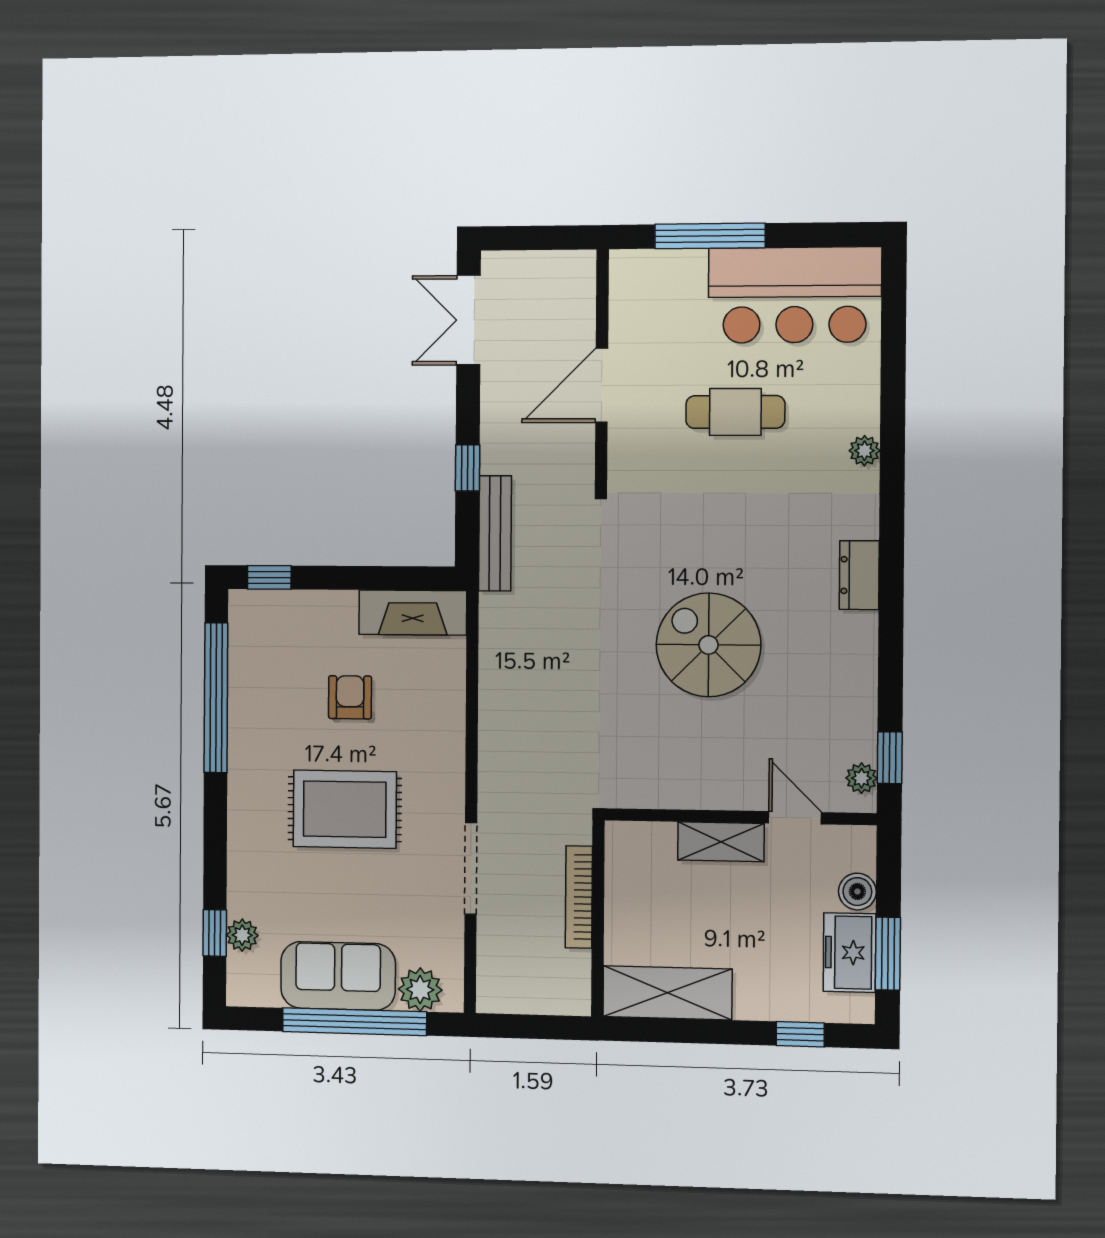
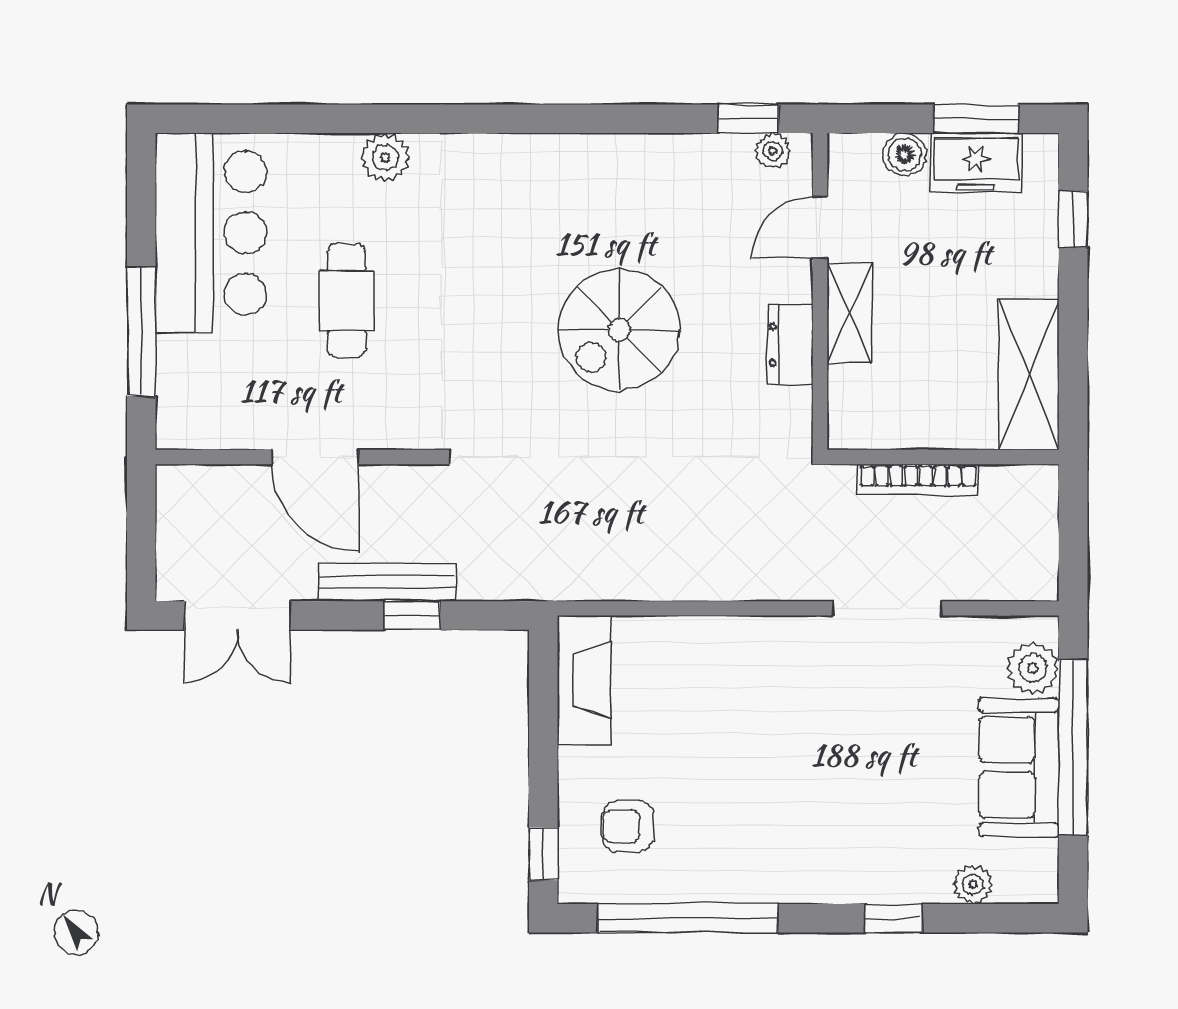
plant: (864, 451) -> (385, 157), width x1.38, depth x1.38
bench: (495, 533) -> (387, 582), moved
dresser: (859, 575) -> (790, 345), moved, turned 90
armchair: (350, 697) -> (628, 826), moved
rug: (345, 809) -> (819, 761), removed
window: (215, 933) -> (893, 918), moved

